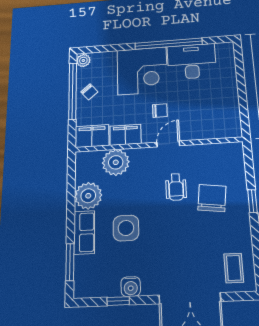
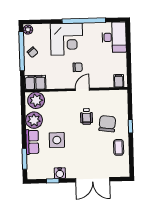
desk: (192, 61) -> (114, 37), moved, turned 90
filing cabinet: (125, 135) -> (119, 81), moved, width x0.50
plant: (116, 162) -> (36, 100), moved
coffee table: (234, 268) -> (119, 147), moved

